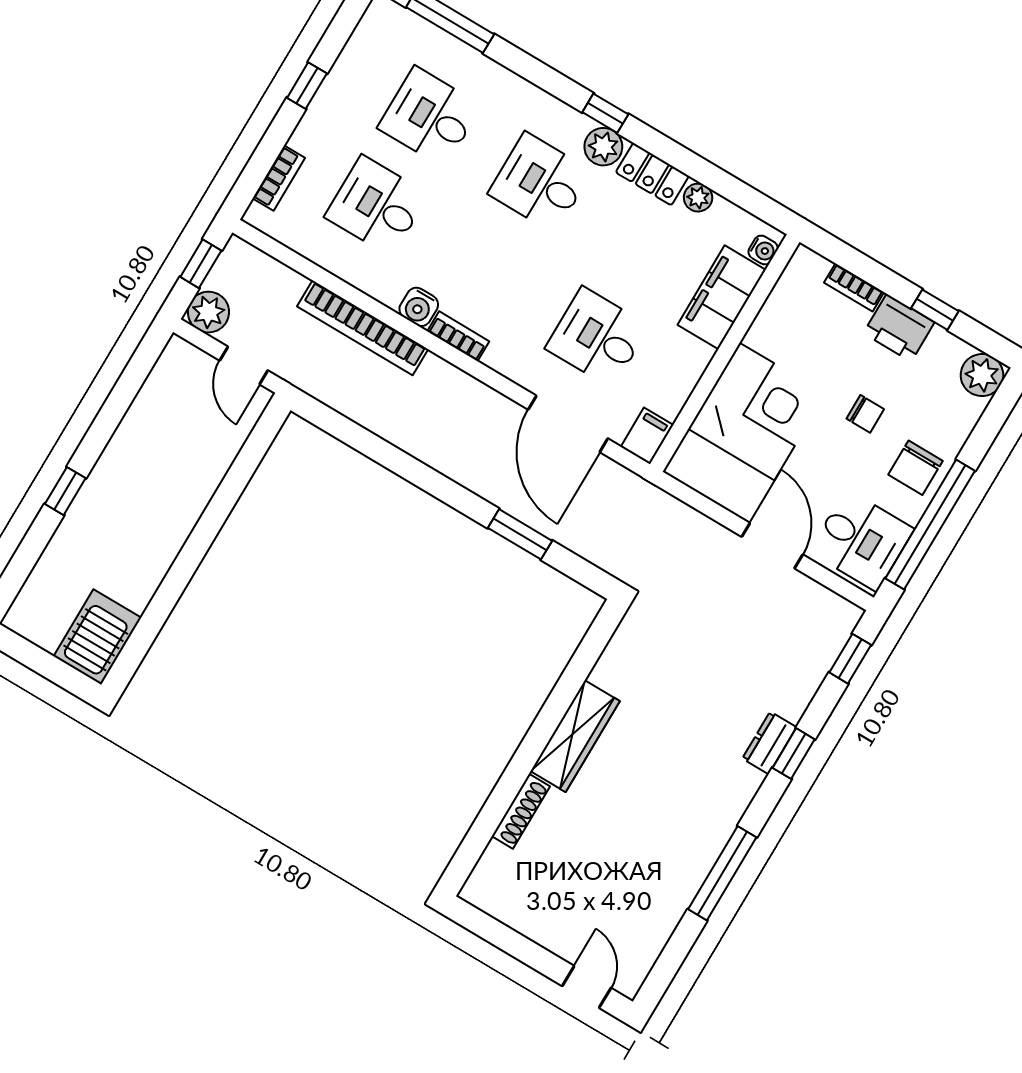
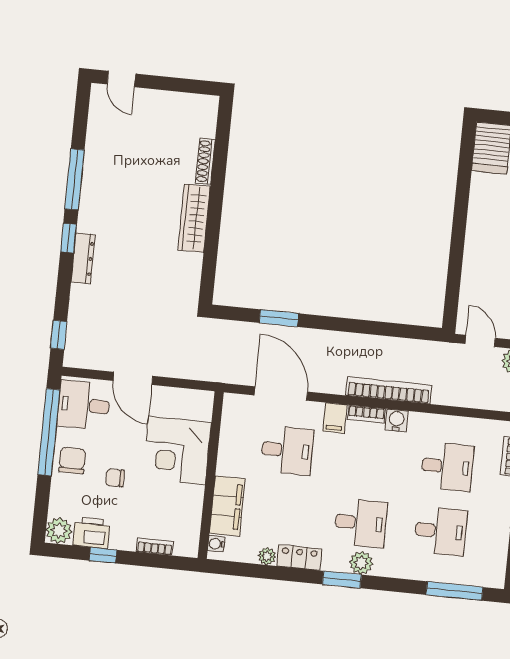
window: (605, 113) -> (342, 580), width x1.50
plant: (603, 147) -> (361, 563), moved
bookcase: (363, 328) -> (389, 390), moved
printer: (899, 328) -> (92, 533), moved
filing cabinet: (647, 436) -> (335, 418), moved
dresser: (769, 743) -> (83, 258), width x1.44
window: (794, 754) -> (69, 238), moved

